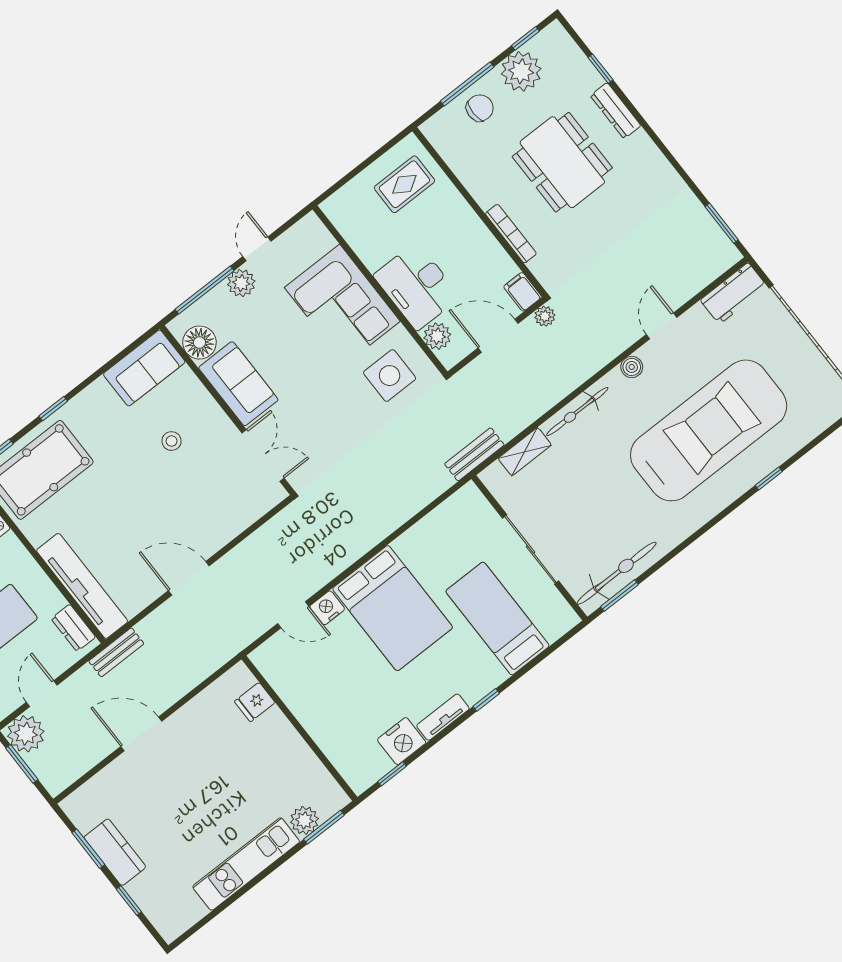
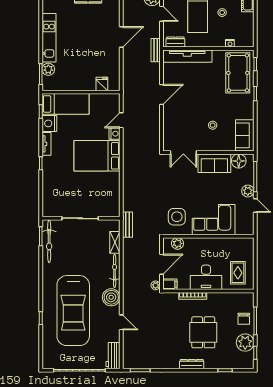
dresser: (616, 111) -> (192, 364), moved
dining table: (562, 162) -> (203, 332), width x0.73
desk: (417, 286) -> (206, 277), moved, turned 180
boiler: (632, 367) -> (111, 297), width x1.86, depth x1.86
bed: (497, 619) -> (65, 104), moved

